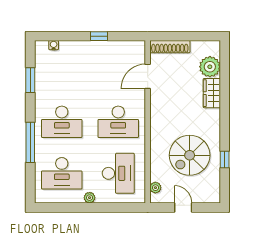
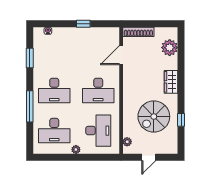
wardrobe: (212, 93) -> (171, 82), moved
door: (183, 208) -> (149, 157), swing flipped

